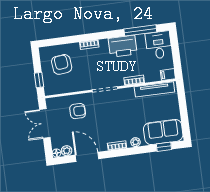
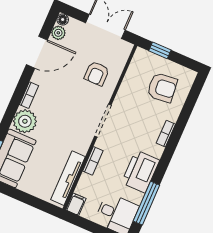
plant: (136, 142) -> (25, 121), width x1.87, depth x1.87

